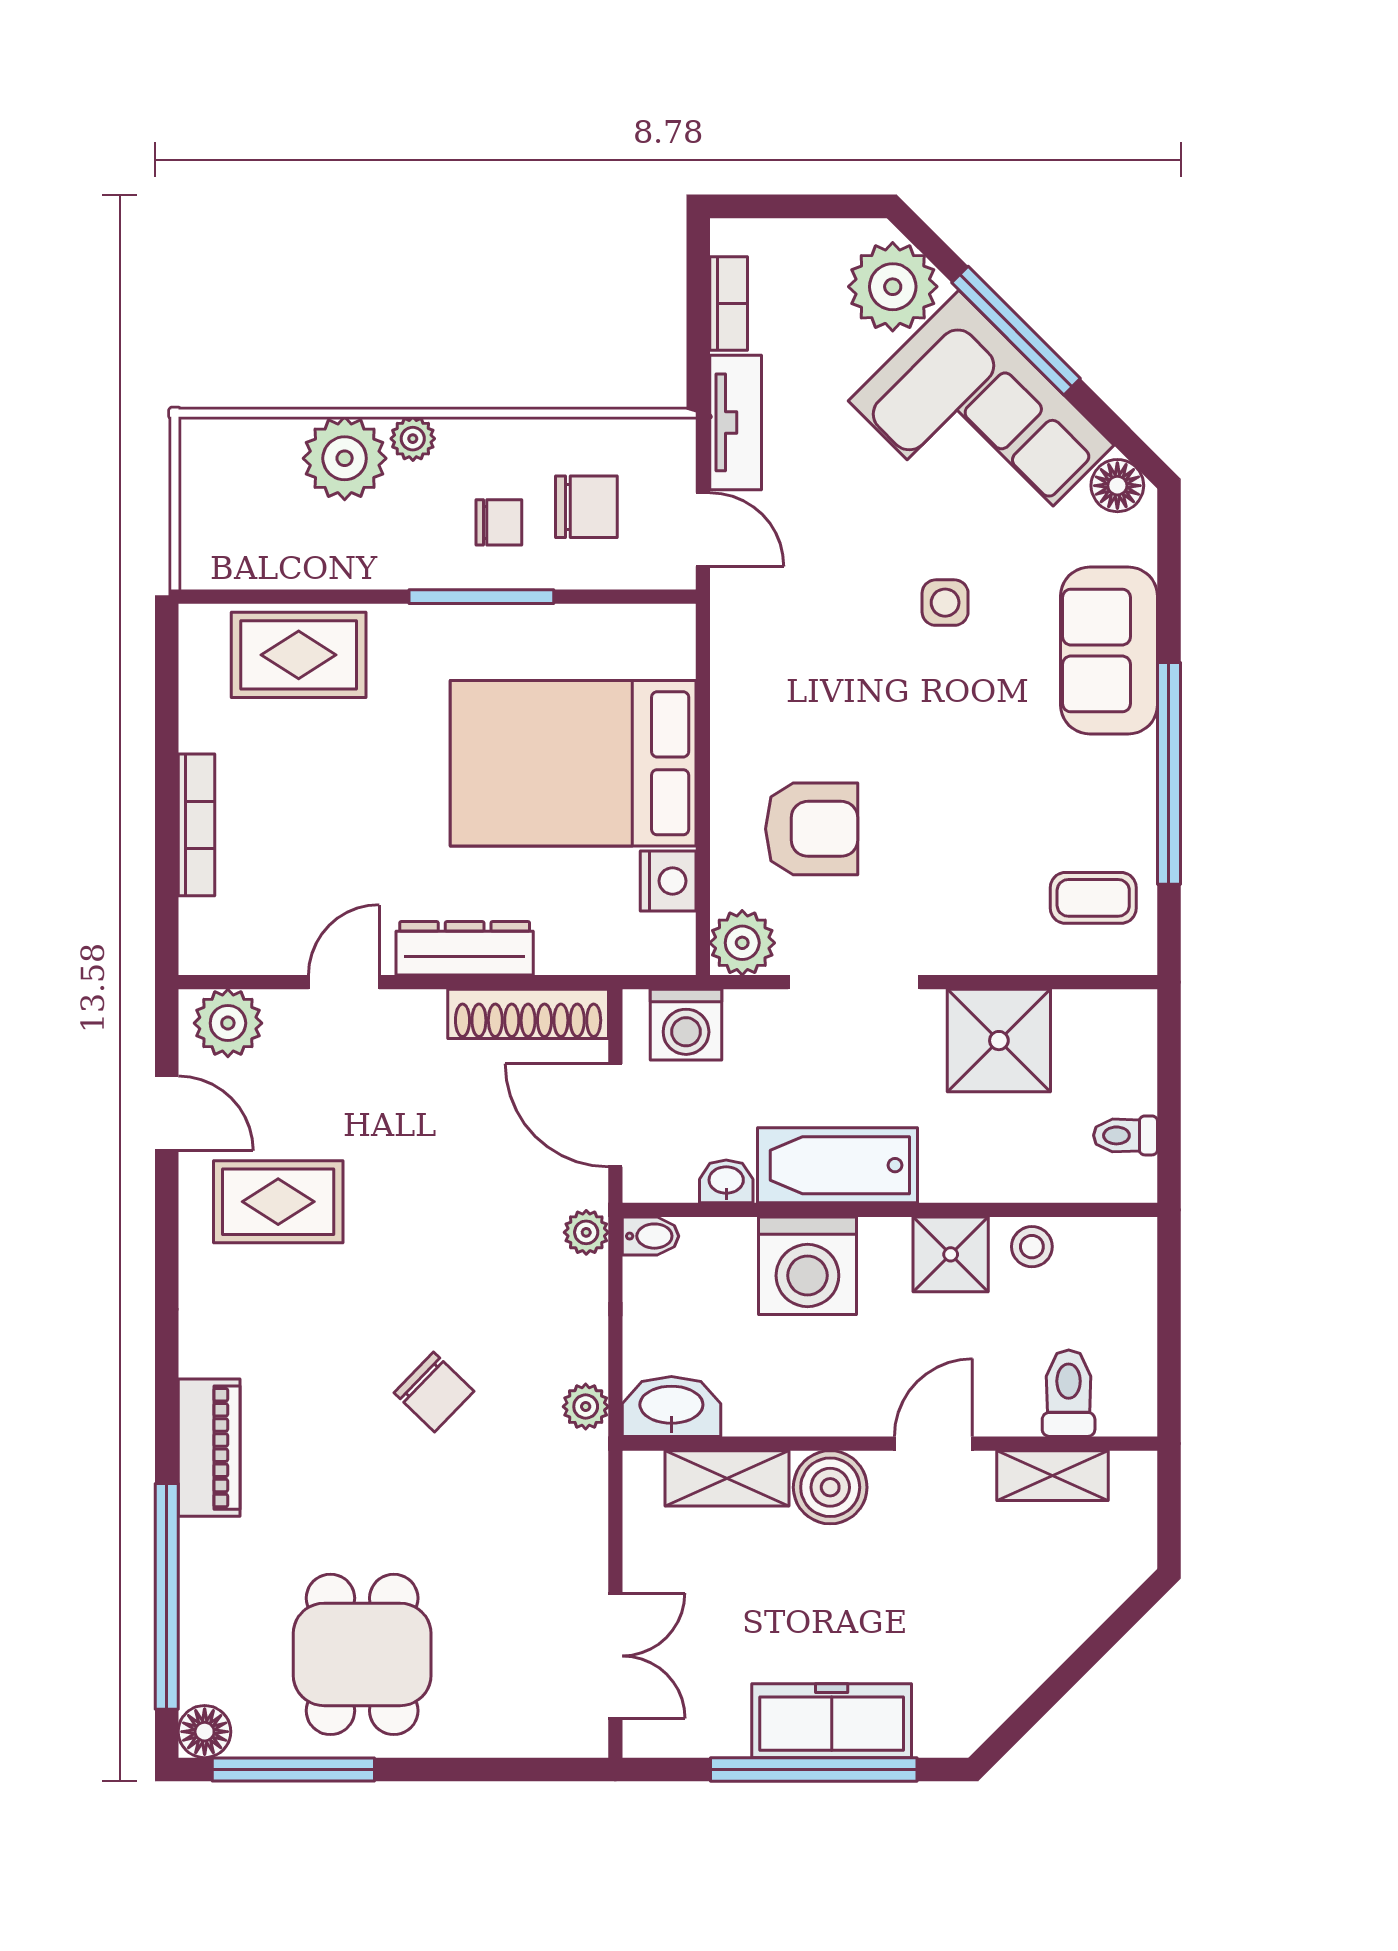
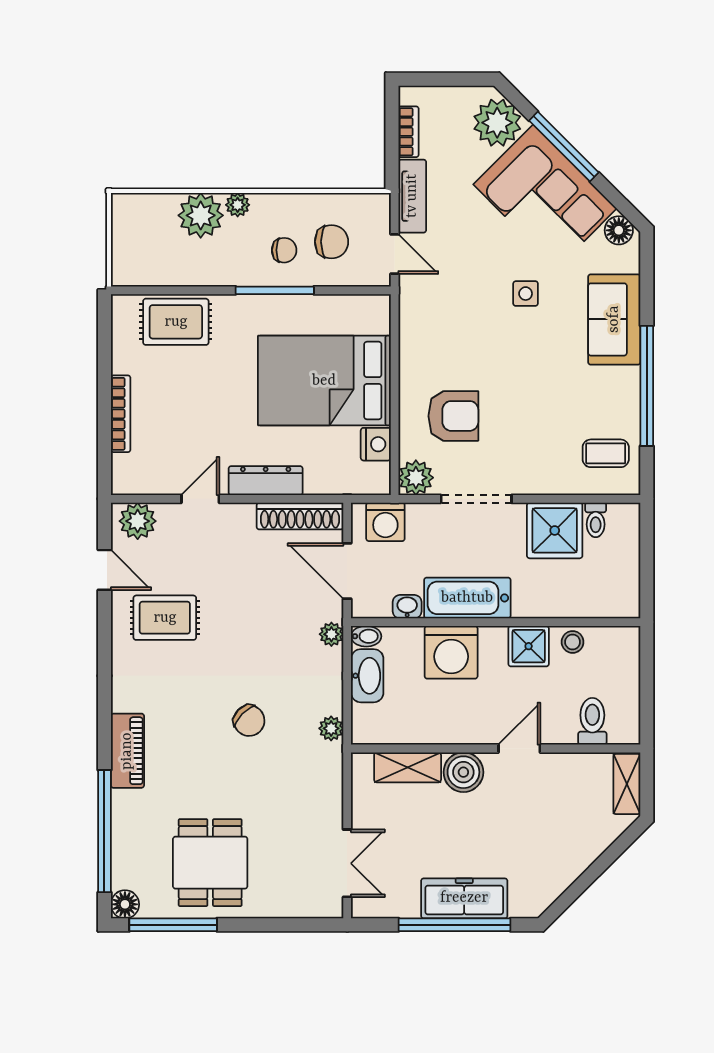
toilet: (1125, 1135) -> (596, 520), moved, turned -90
washbasin: (671, 1406) -> (367, 676), moved, turned 90
shelving: (1052, 1476) -> (627, 784), moved, turned 90

